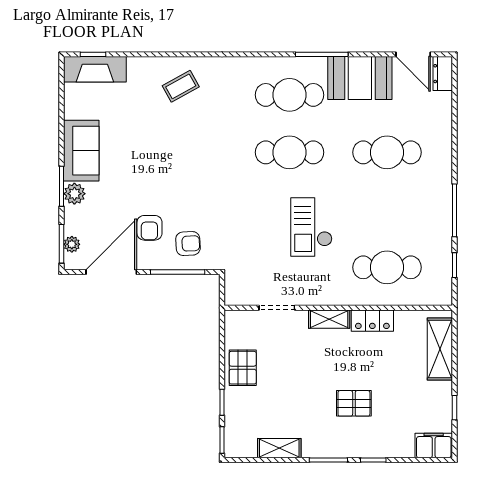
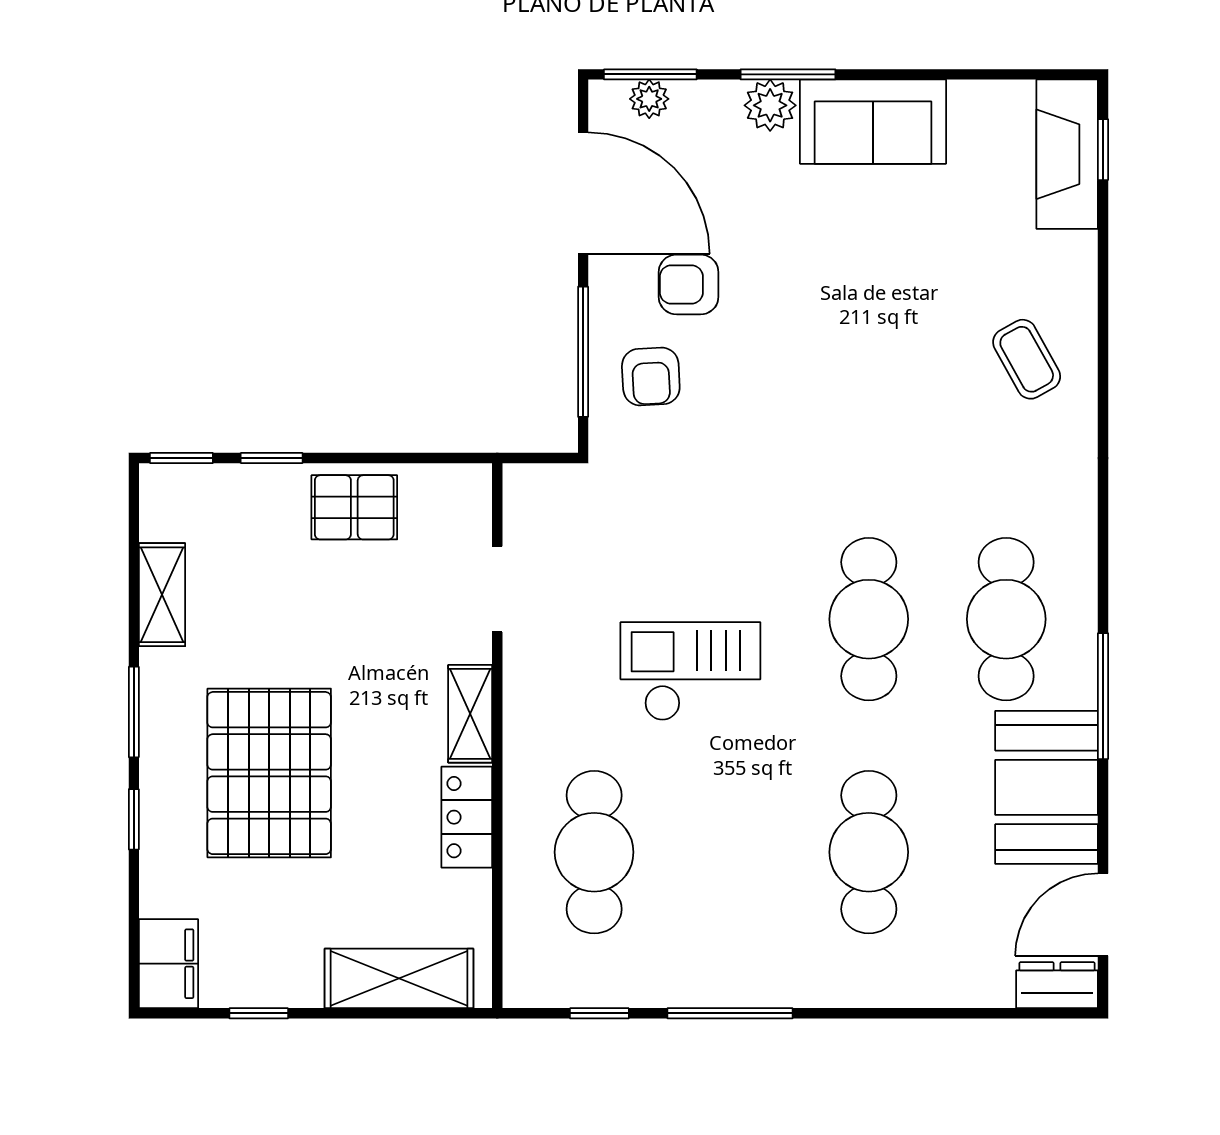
pallet: (354, 403) -> (269, 773), width x2.05, depth x2.00

